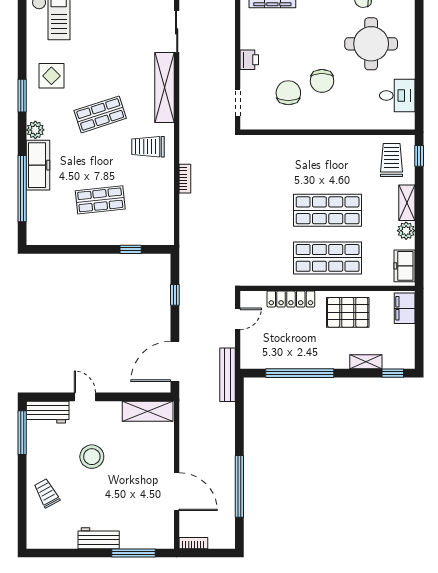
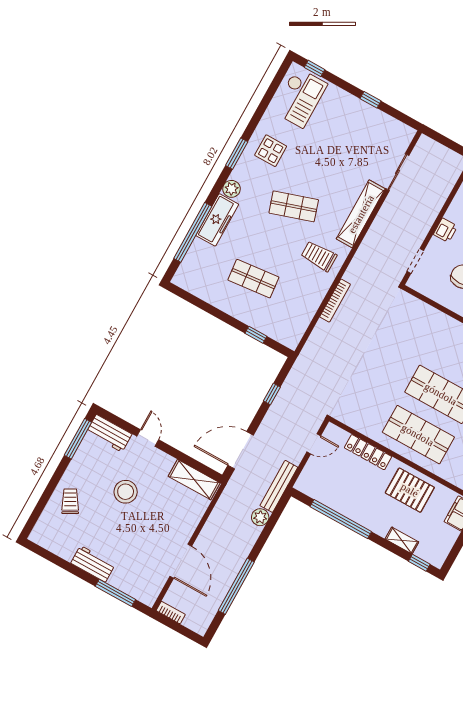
bookcase: (185, 179) -> (335, 301), width x1.56
plant: (226, 412) -> (260, 517), added

